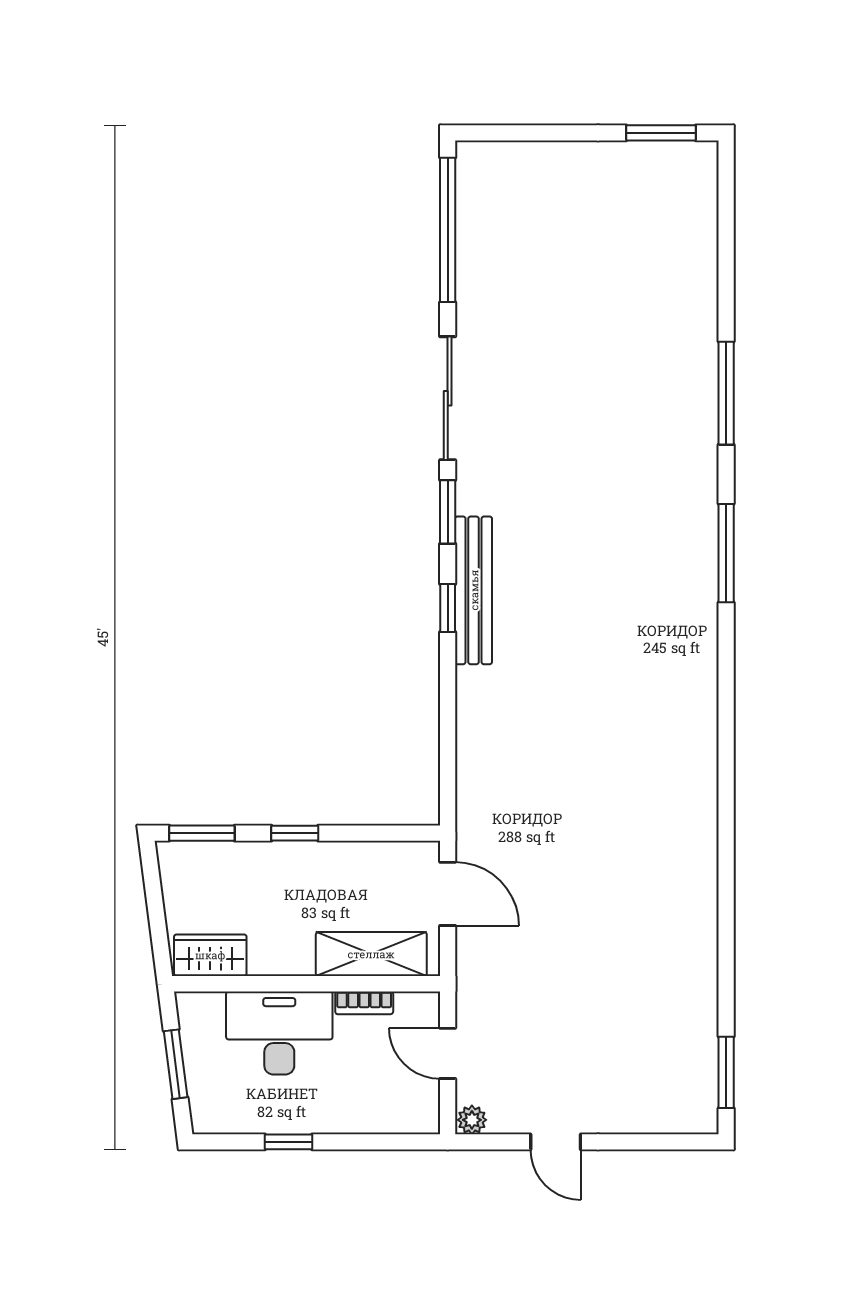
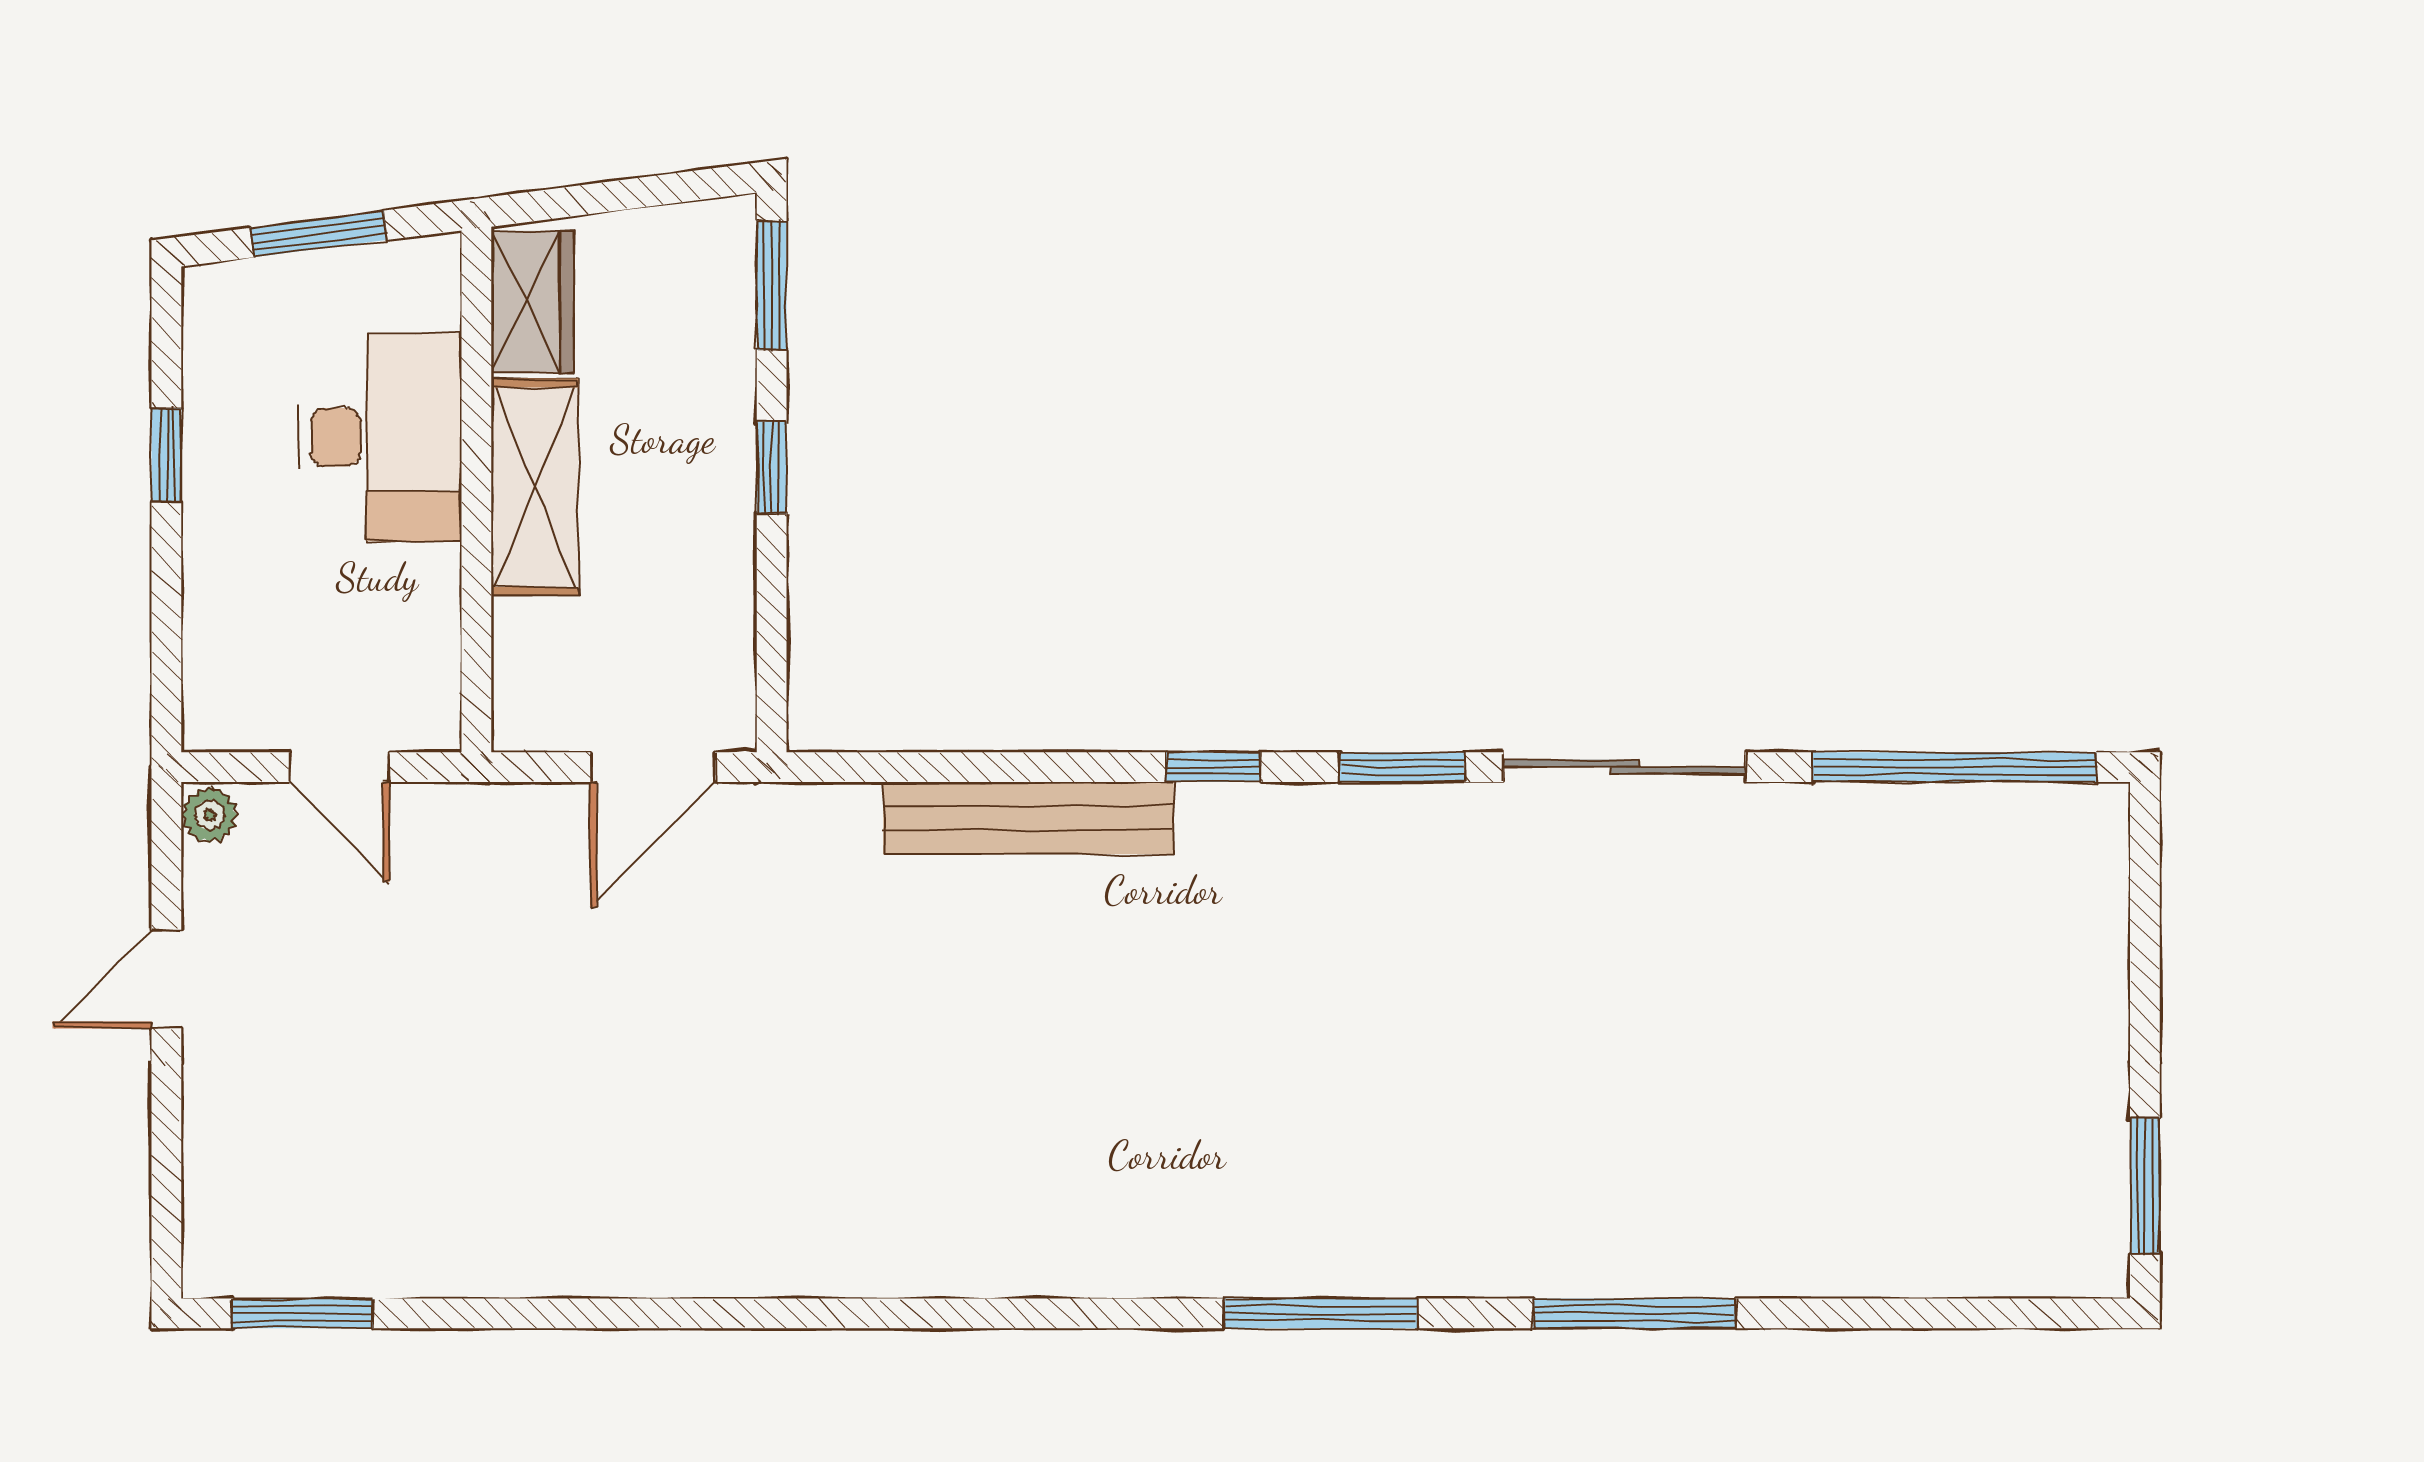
bench: (474, 590) -> (1028, 818), moved
shelving: (371, 954) -> (535, 487), moved
bookcase: (364, 1003) -> (439, 604), removed
door: (448, 1053) -> (340, 767), swing flipped

